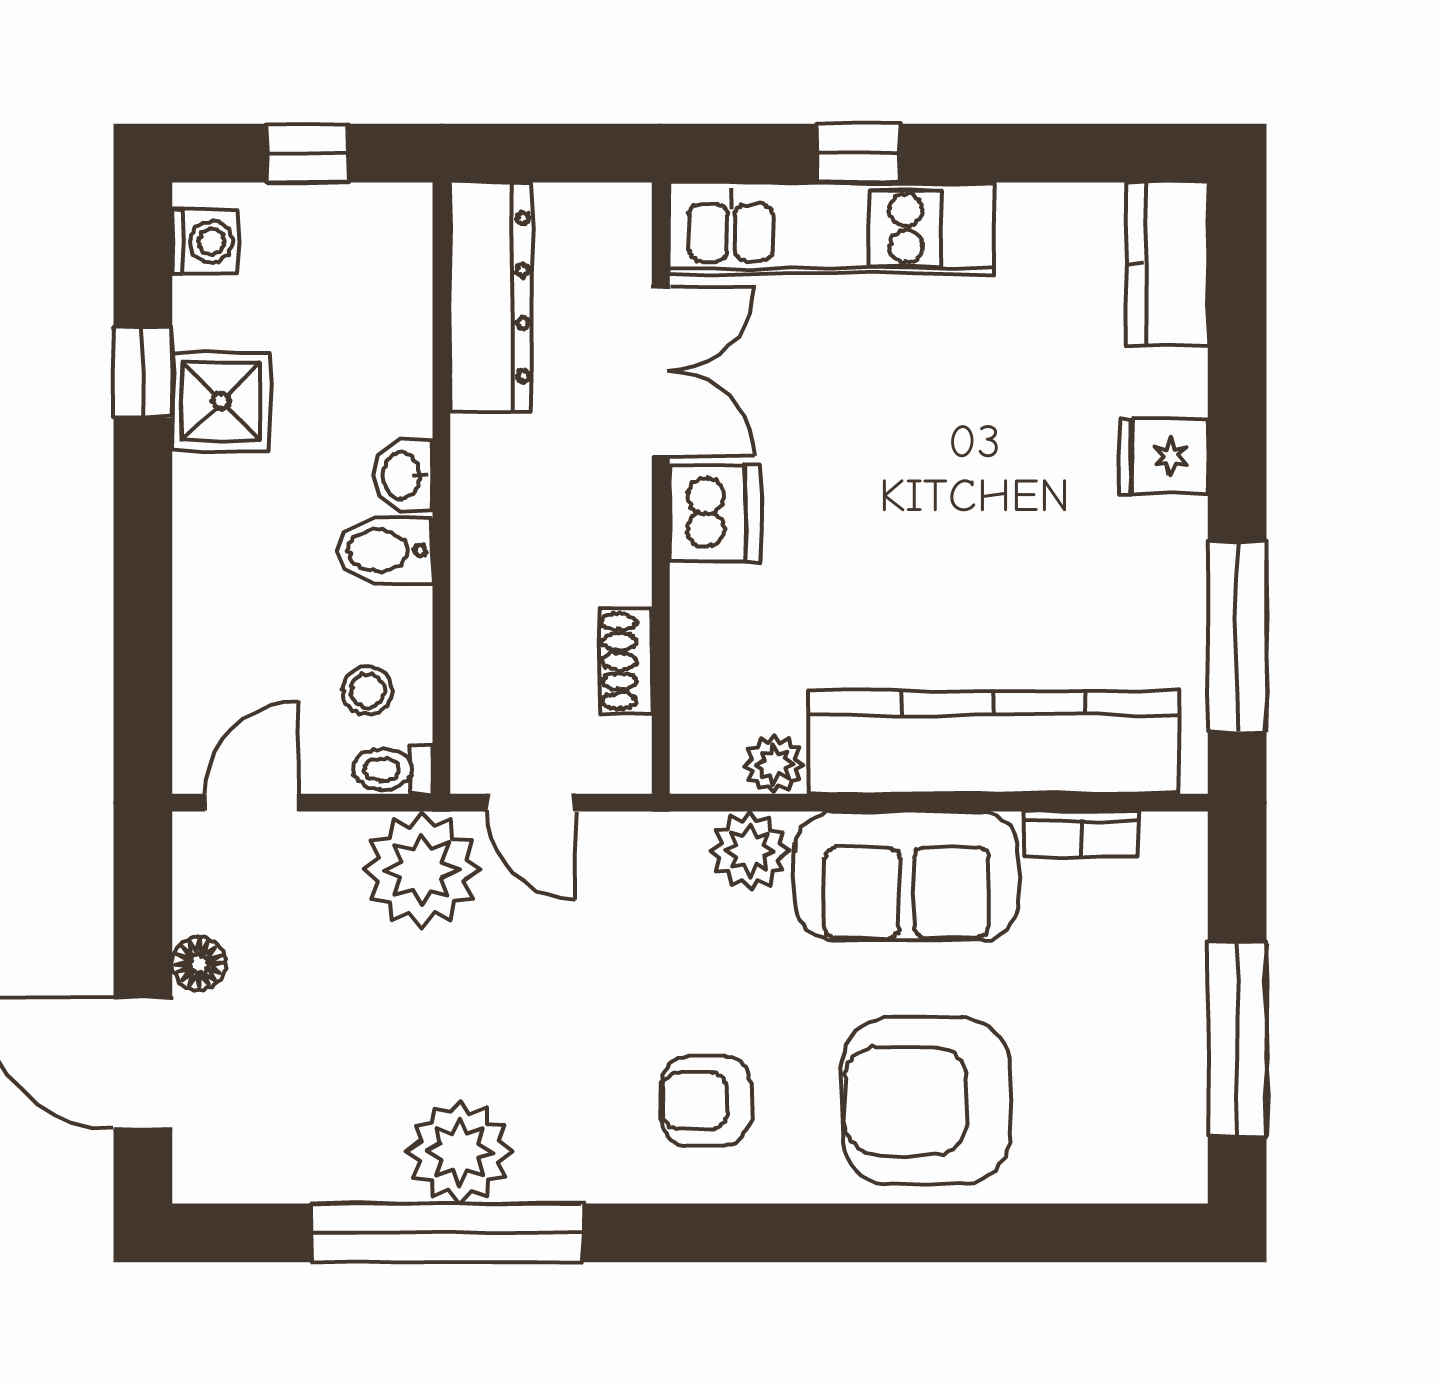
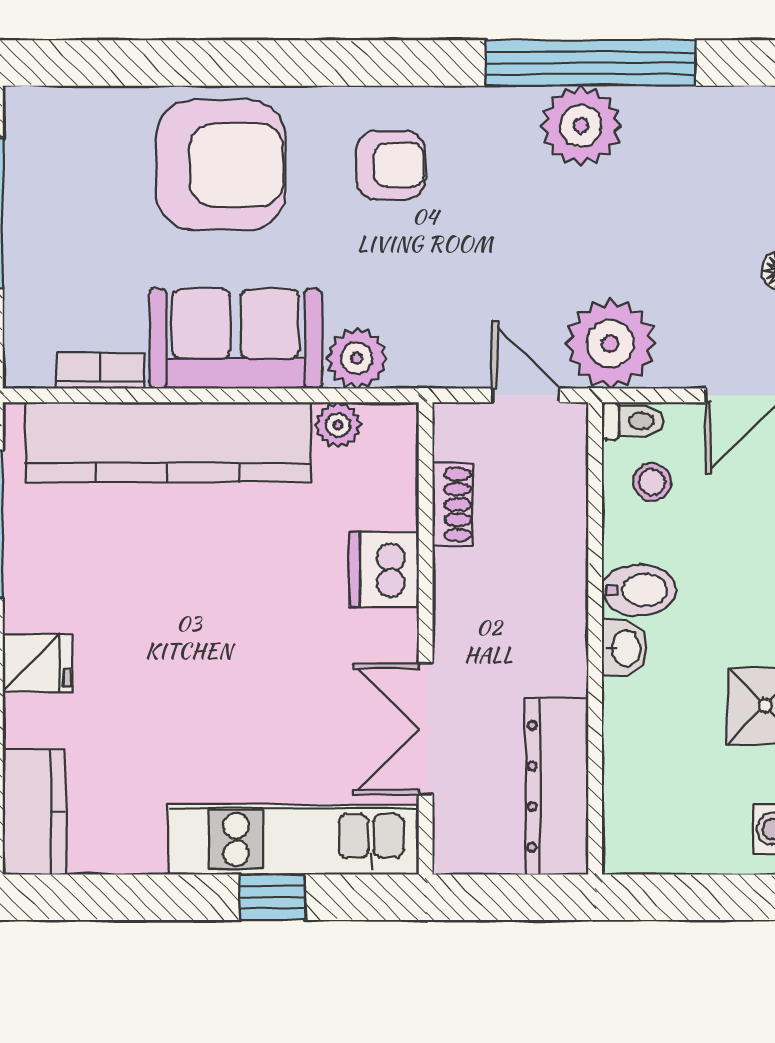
window: (307, 153) -> (699, 897), removed
dishwasher: (715, 514) -> (384, 569), moved

